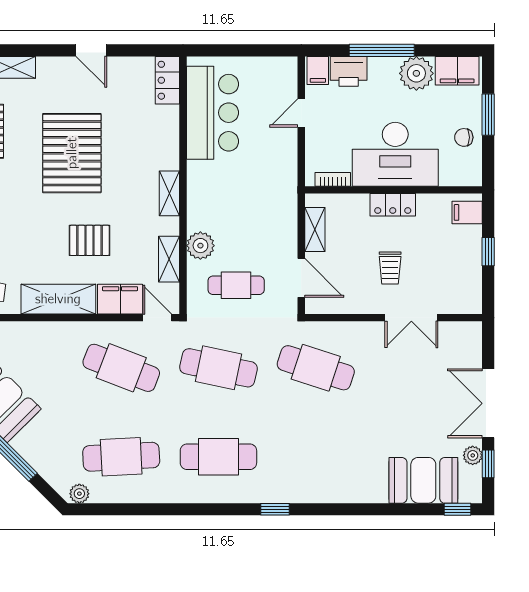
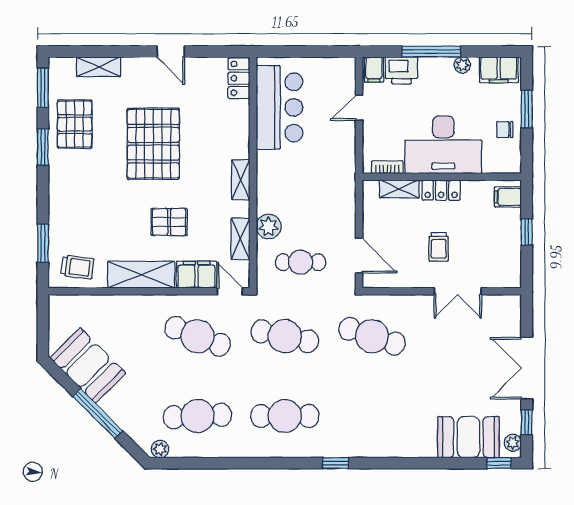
plant: (416, 73) -> (462, 65), width x0.53, depth x0.53
shelving: (315, 229) -> (399, 189), moved, turned 90
plant: (473, 455) -> (513, 443), moved

